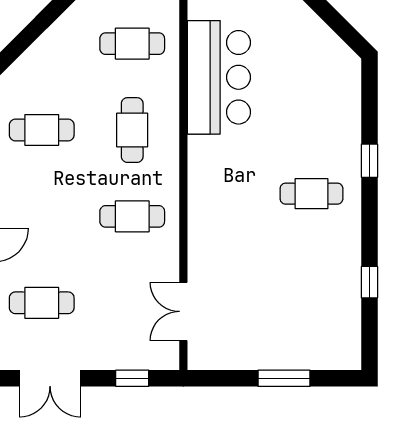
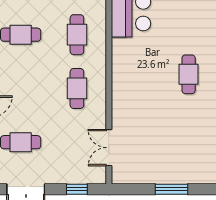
cafe table: (311, 194) -> (189, 74), turned 90
cafe table: (132, 216) -> (77, 88), turned 90

